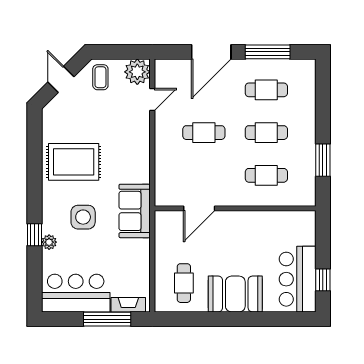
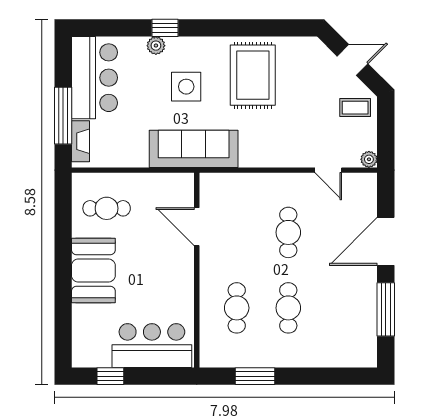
door: (211, 52) -> (386, 241), hinge flipped
plant: (137, 72) -> (369, 159), width x0.53, depth x0.53
cafe table: (266, 90) -> (340, 308), removed
sofa: (135, 211) -> (194, 149), width x1.36
bar counter: (298, 279) -> (152, 346), moved

